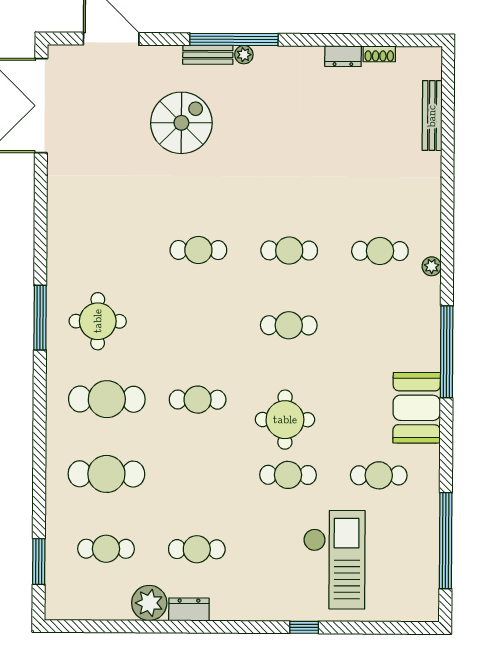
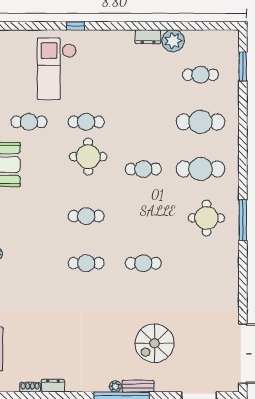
cafe table: (380, 251) -> (29, 263), removed
cafe table: (197, 549) -> (143, 75), removed

